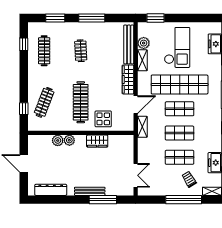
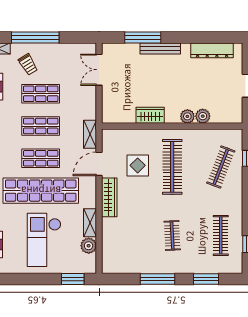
bench: (129, 44) -> (108, 244), removed
display table: (103, 119) -> (138, 165), moved

